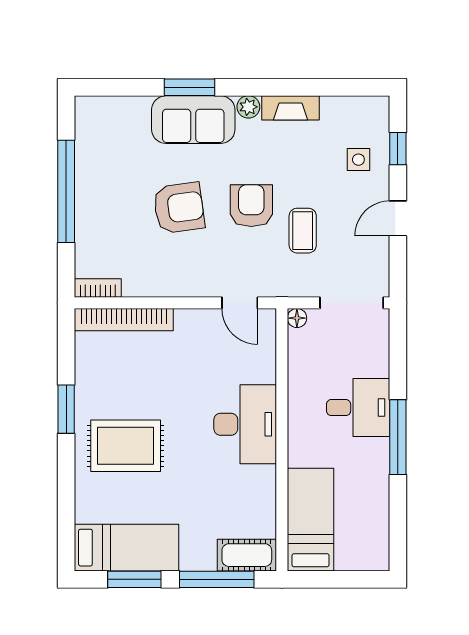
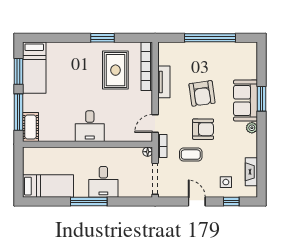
fireplace: (291, 108) -> (251, 172), moved
tv unit: (156, 285) -> (164, 82), added
bookcase: (98, 288) -> (162, 146), moved
desk: (245, 424) -> (90, 126), width x0.73
rug: (126, 446) -> (115, 70), moved
bed: (311, 520) -> (48, 186), moved

